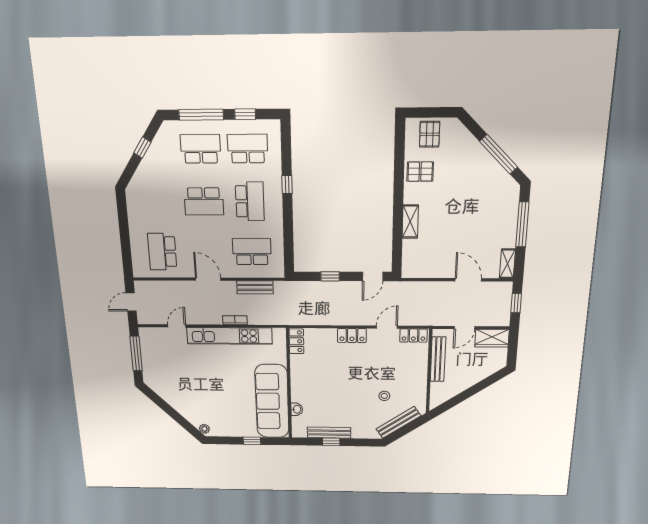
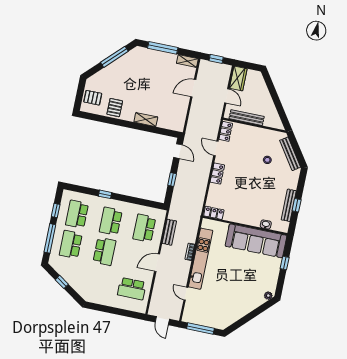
school desk: (250, 201) -> (111, 221), turned -90

